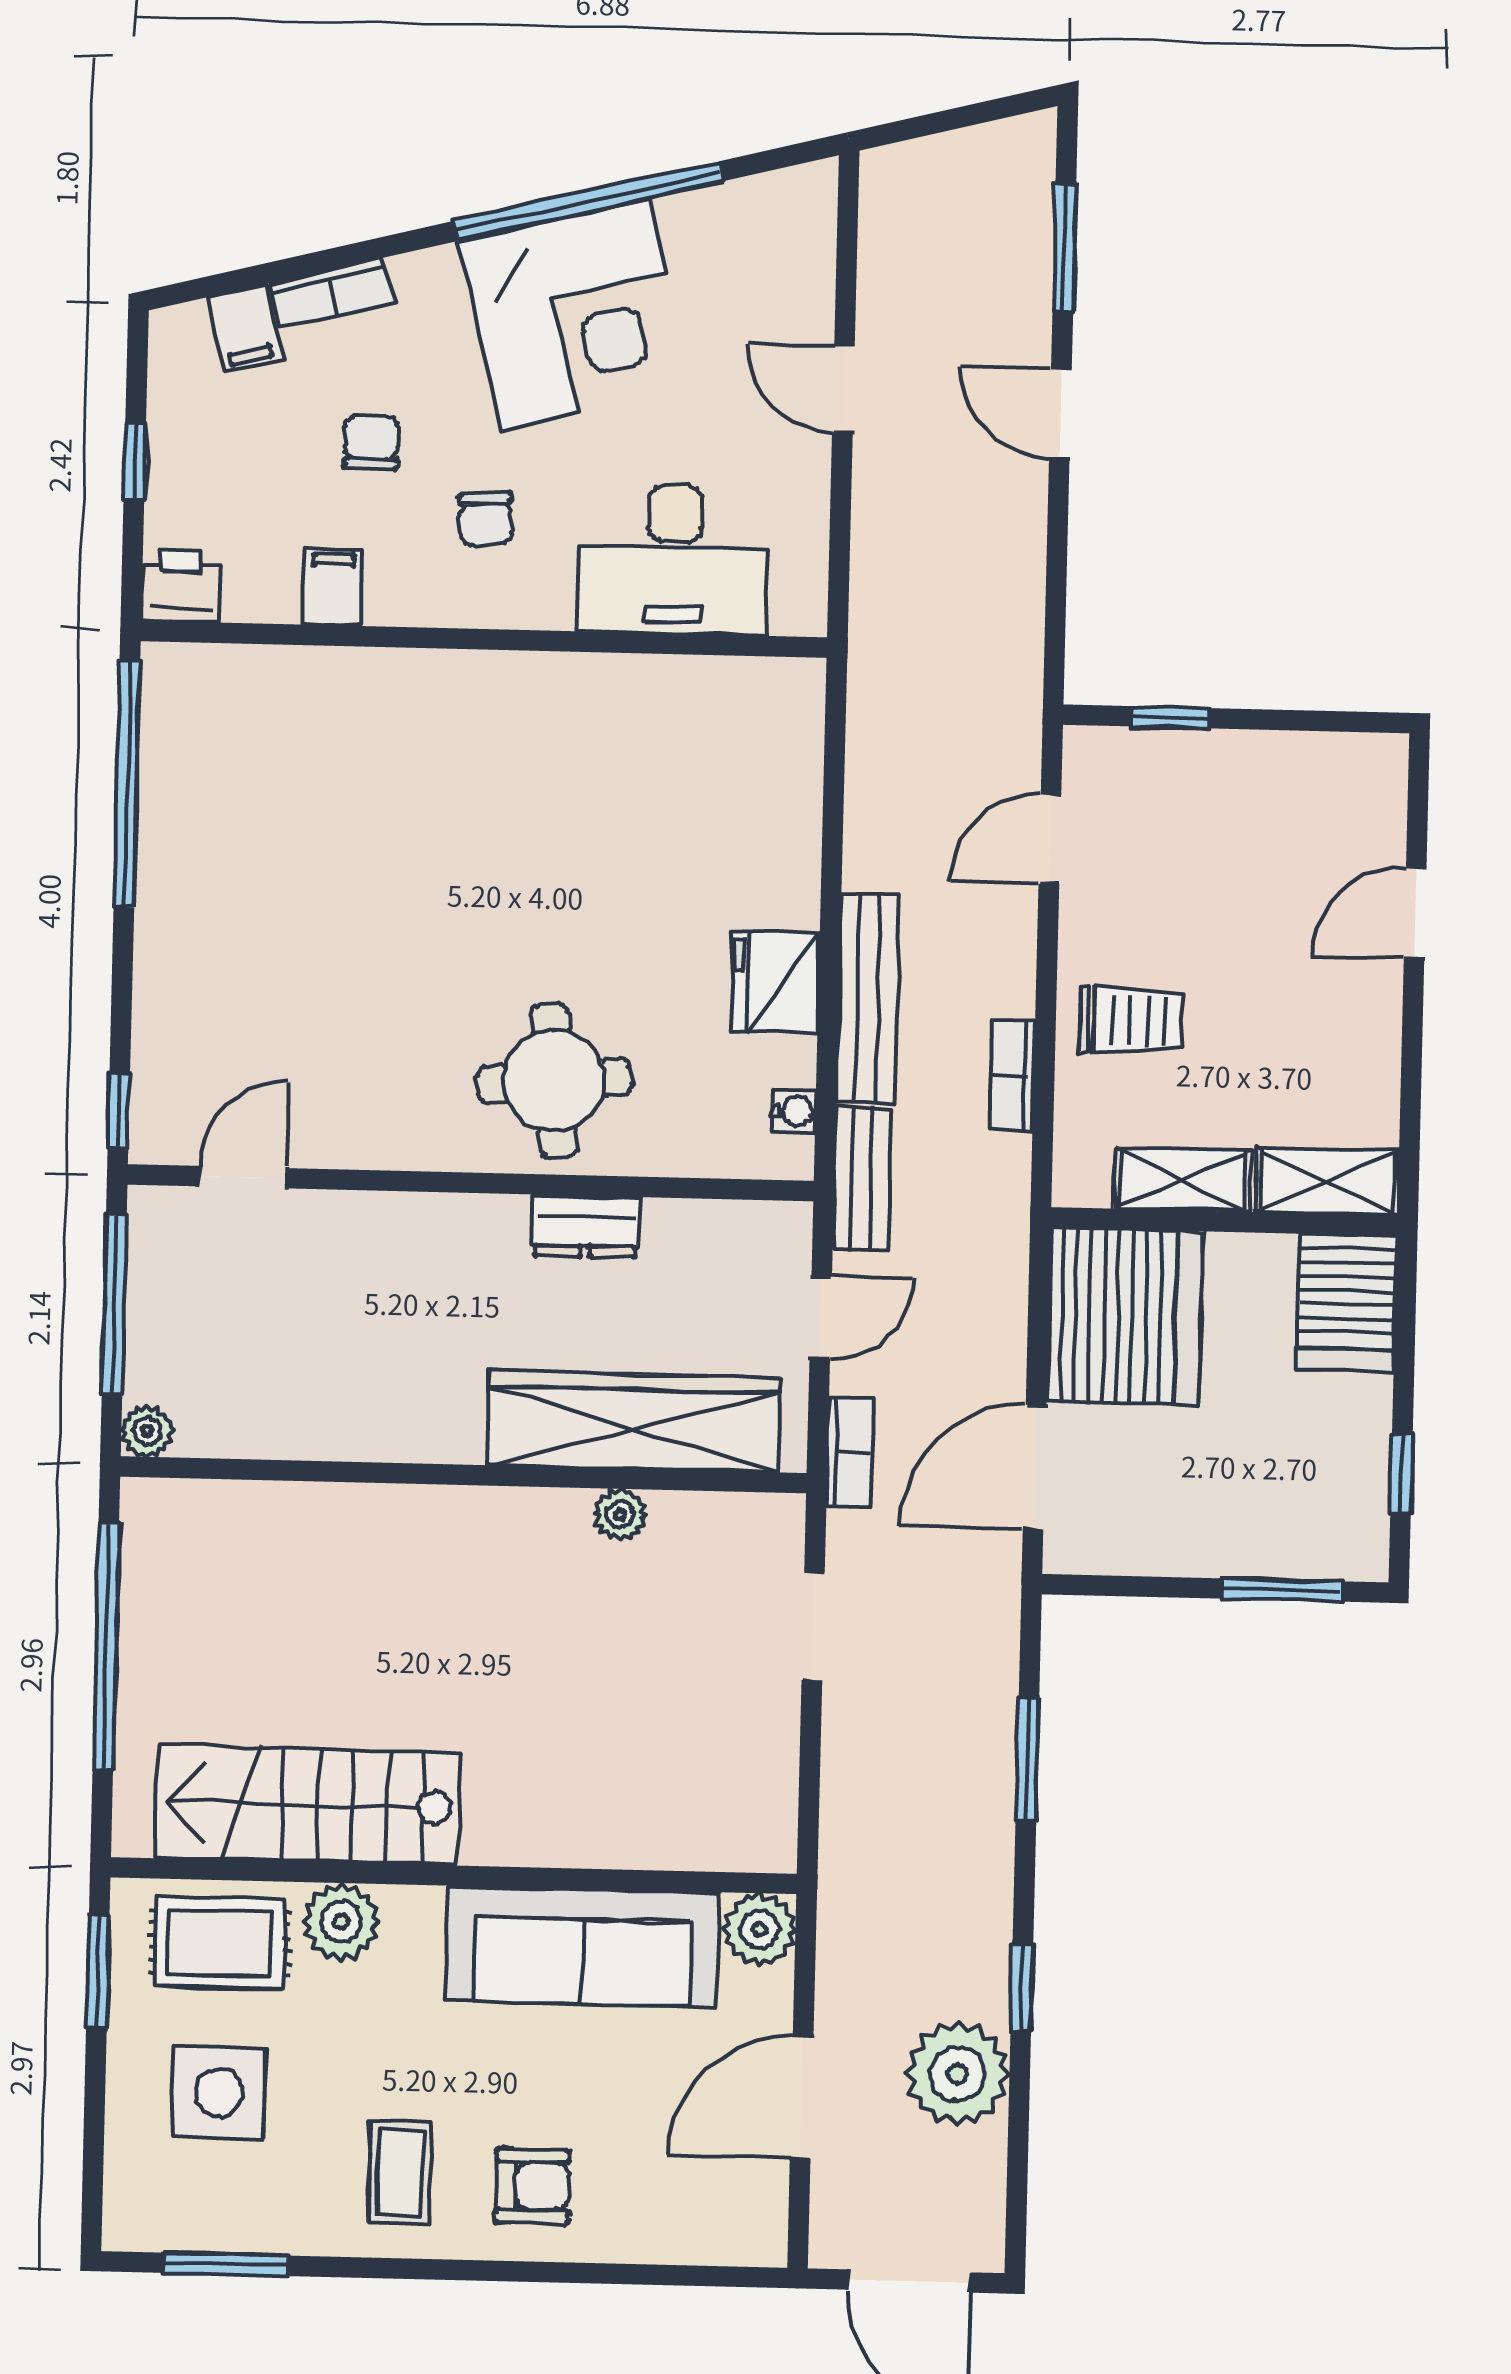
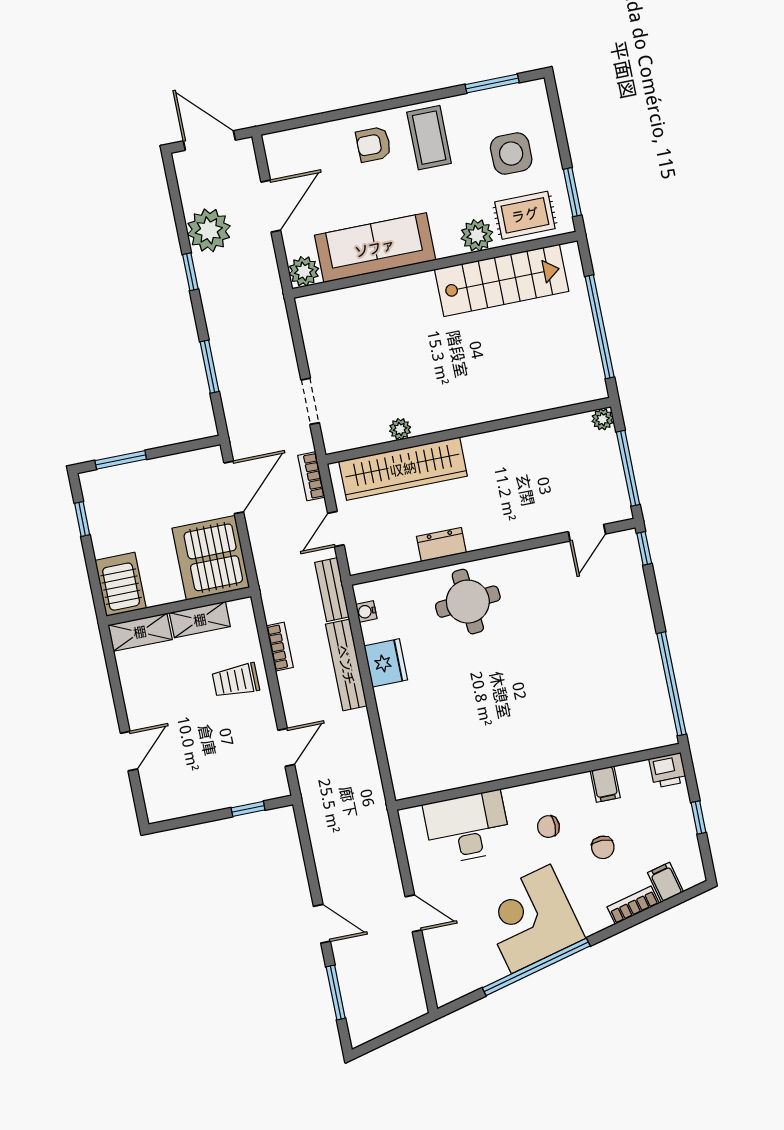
chair: (486, 519) -> (548, 827), turned -85
coffee table: (400, 2172) -> (429, 138), width x1.36, depth x1.30

